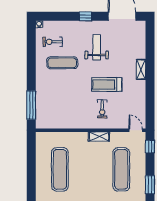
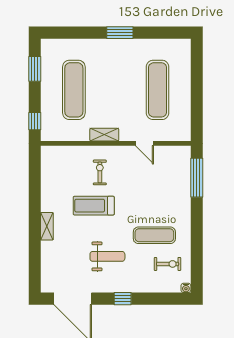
weight bench: (97, 47) -> (107, 256), turned -90
treadmill: (107, 85) -> (94, 206), turned 180
door: (136, 130) -> (144, 143), moved

